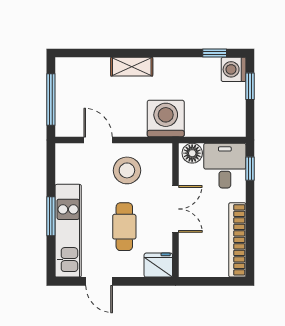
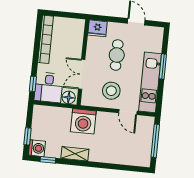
shelving: (132, 67) -> (75, 154), moved
double door: (176, 209) -> (82, 74), moved
kitchen unit: (68, 231) -> (150, 82), moved

